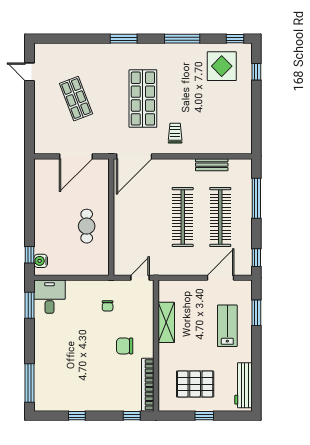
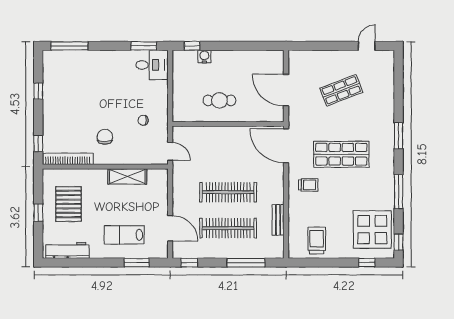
display table: (222, 66) -> (372, 230), width x1.36, depth x1.36
trolley: (233, 124) -> (317, 241), added
water cooler: (41, 261) -> (204, 56), moved
lab bench: (227, 326) -> (124, 235), turned 180

